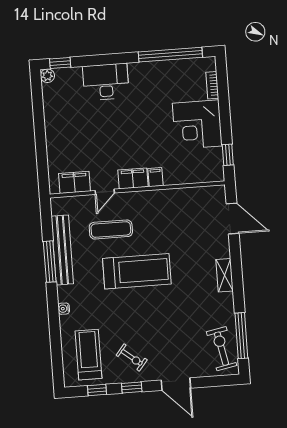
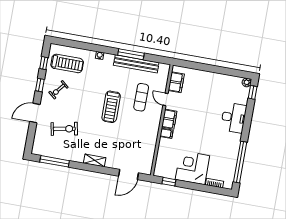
treadmill: (137, 271) -> (111, 107), width x0.73, depth x0.73
exercise bike: (222, 349) -> (64, 129), moved

